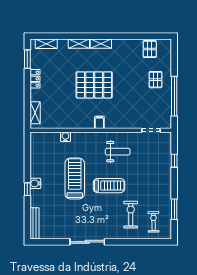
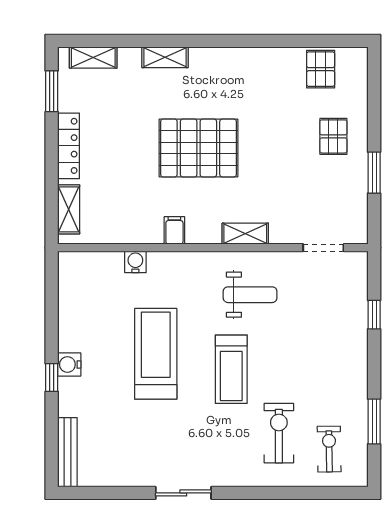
shelving: (101, 44) -> (245, 234), moved
locker: (35, 79) -> (69, 146), width x1.53
window: (174, 96) -> (374, 173), width x0.47
filing cabinet: (99, 122) -> (174, 230), moved
treadmill: (109, 186) -> (231, 369), turned 90
sliding door: (87, 242) -> (183, 493), width x0.73

